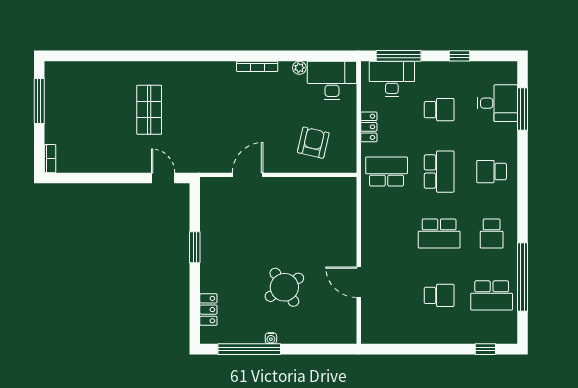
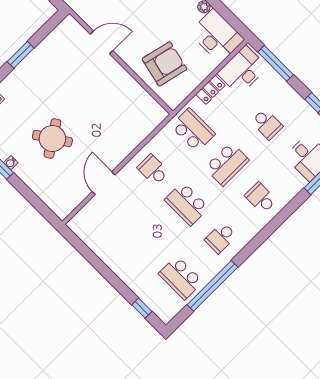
desk: (392, 79) -> (242, 70), moved, turned -90
armchair: (313, 143) -> (165, 64), width x1.36, depth x1.36
school desk: (439, 295) -> (153, 170), moved, turned 180

